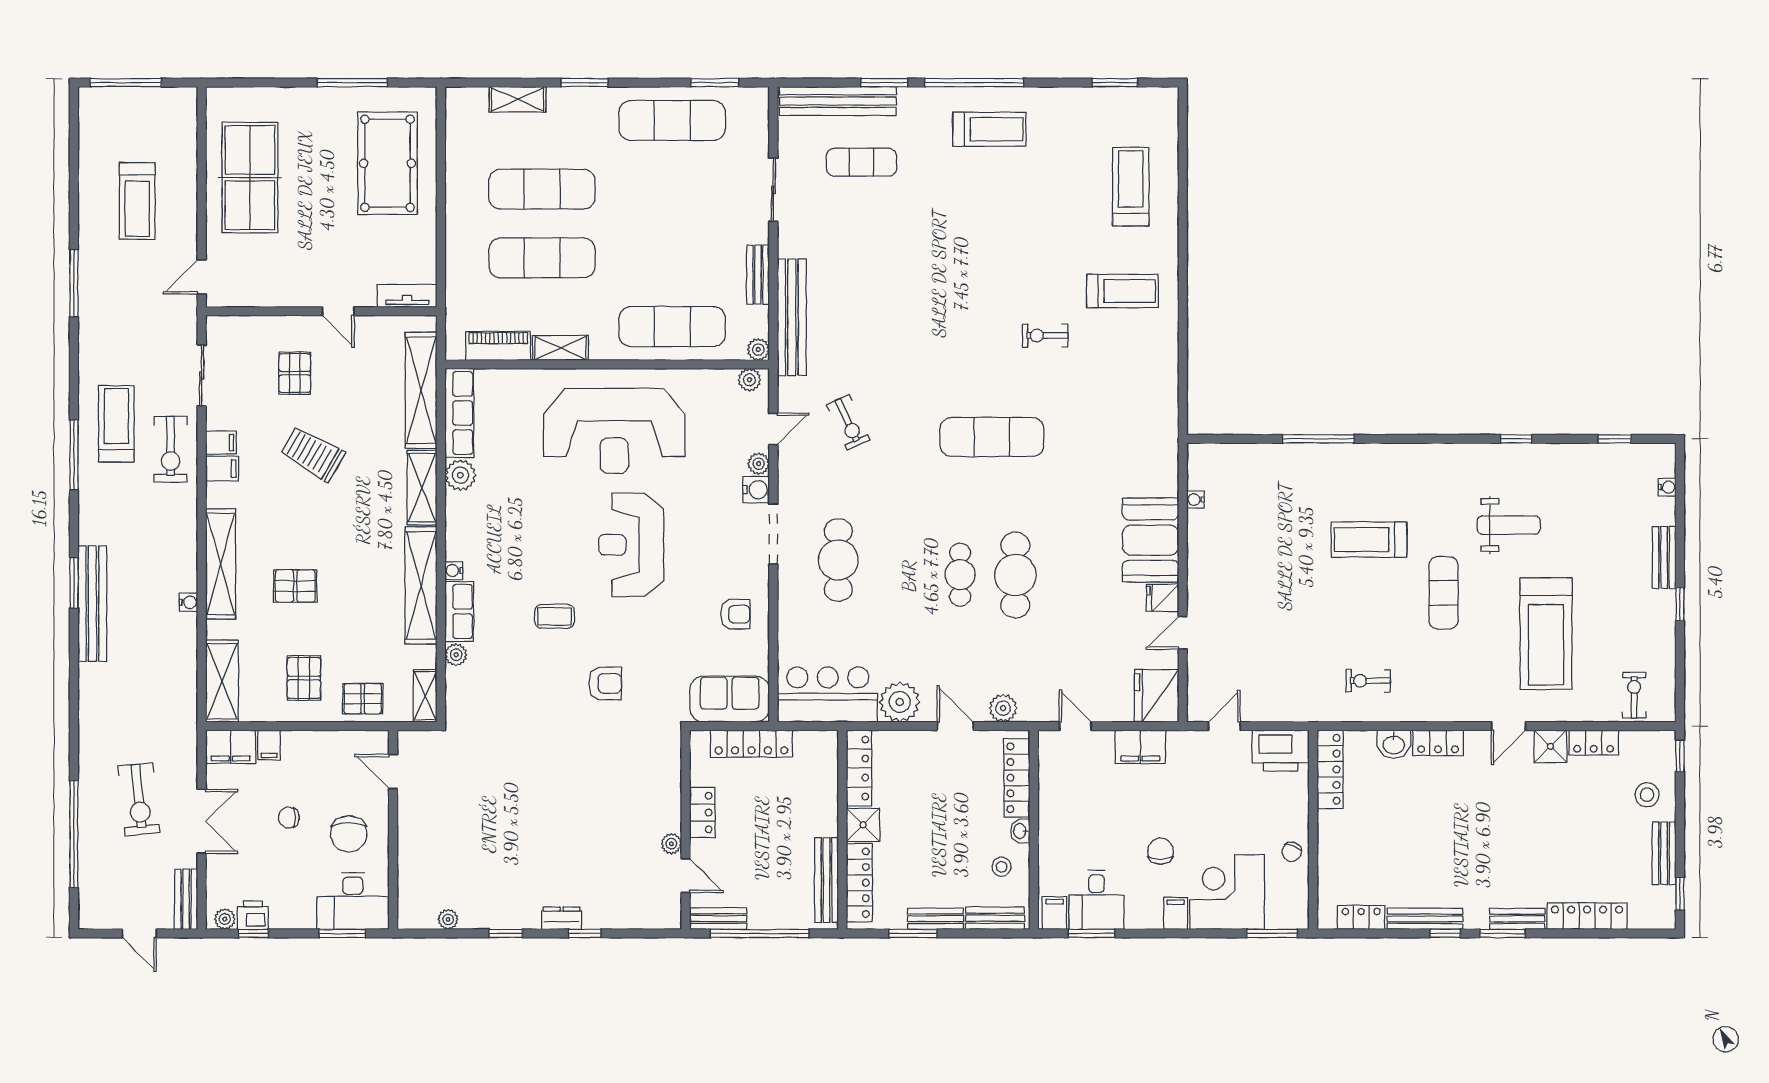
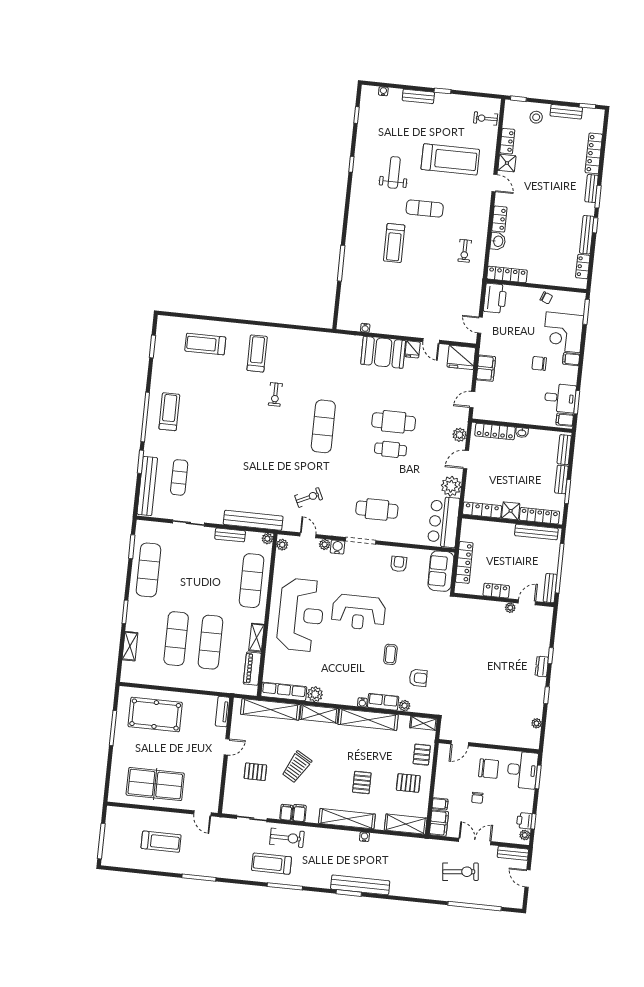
armchair: (605, 683) -> (418, 678), moved, turned 90
stool: (1001, 867) -> (539, 444), removed
door: (139, 933) -> (528, 879), swing flipped

